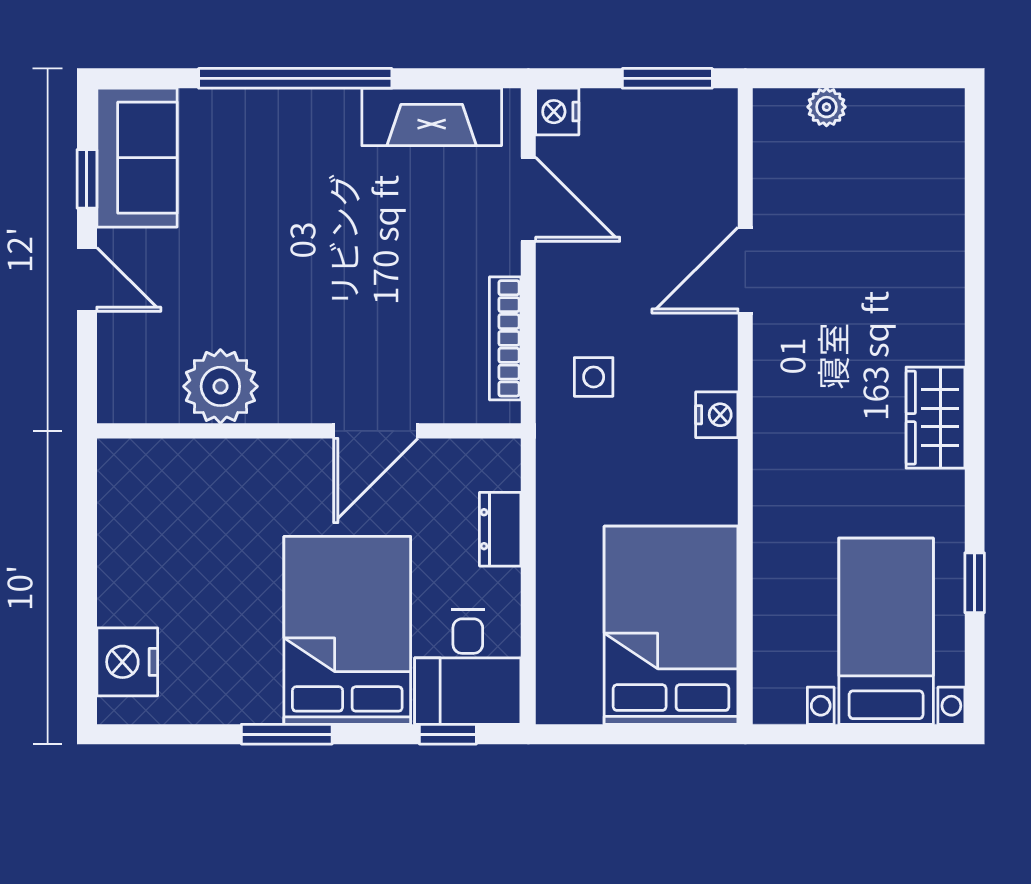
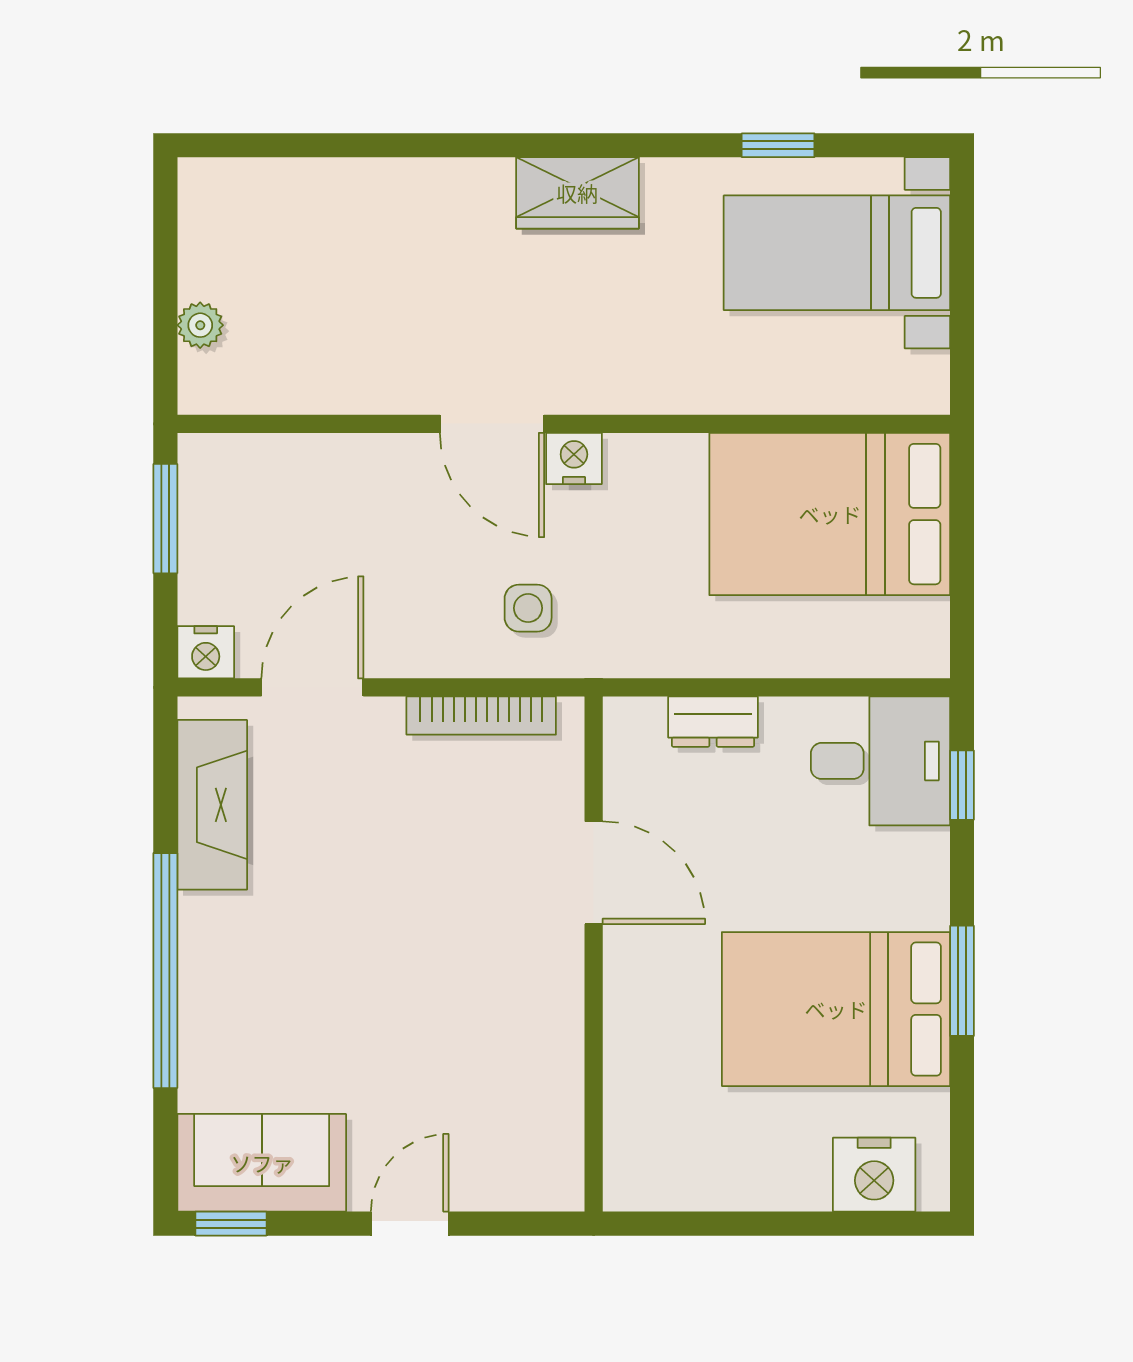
window: (87, 179) -> (231, 1224), moved
door: (745, 270) -> (492, 424), moved
plant: (220, 386) -> (540, 1061), removed
bed: (347, 630) -> (836, 1009), moved

